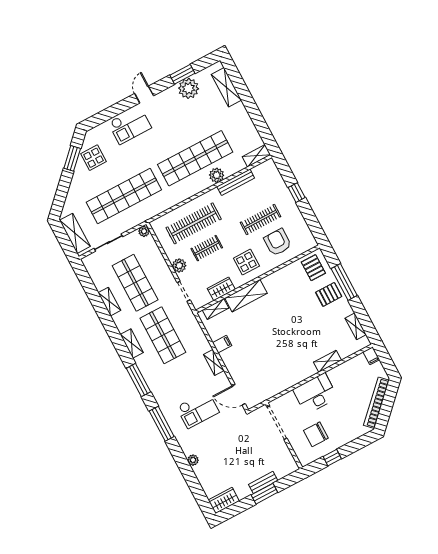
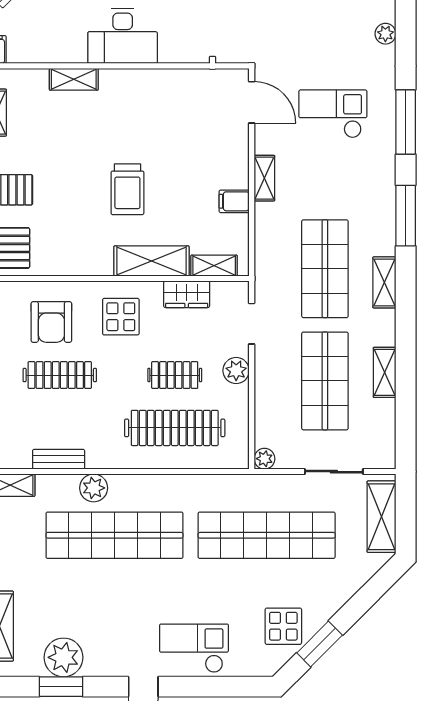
bench: (236, 182) -> (59, 459), width x0.73
trolley: (275, 323) -> (127, 189), added

